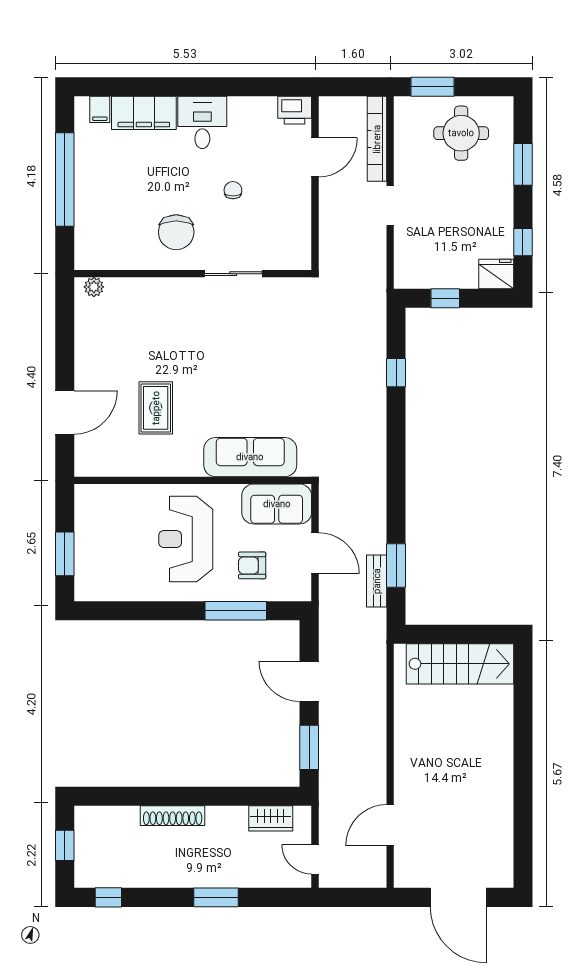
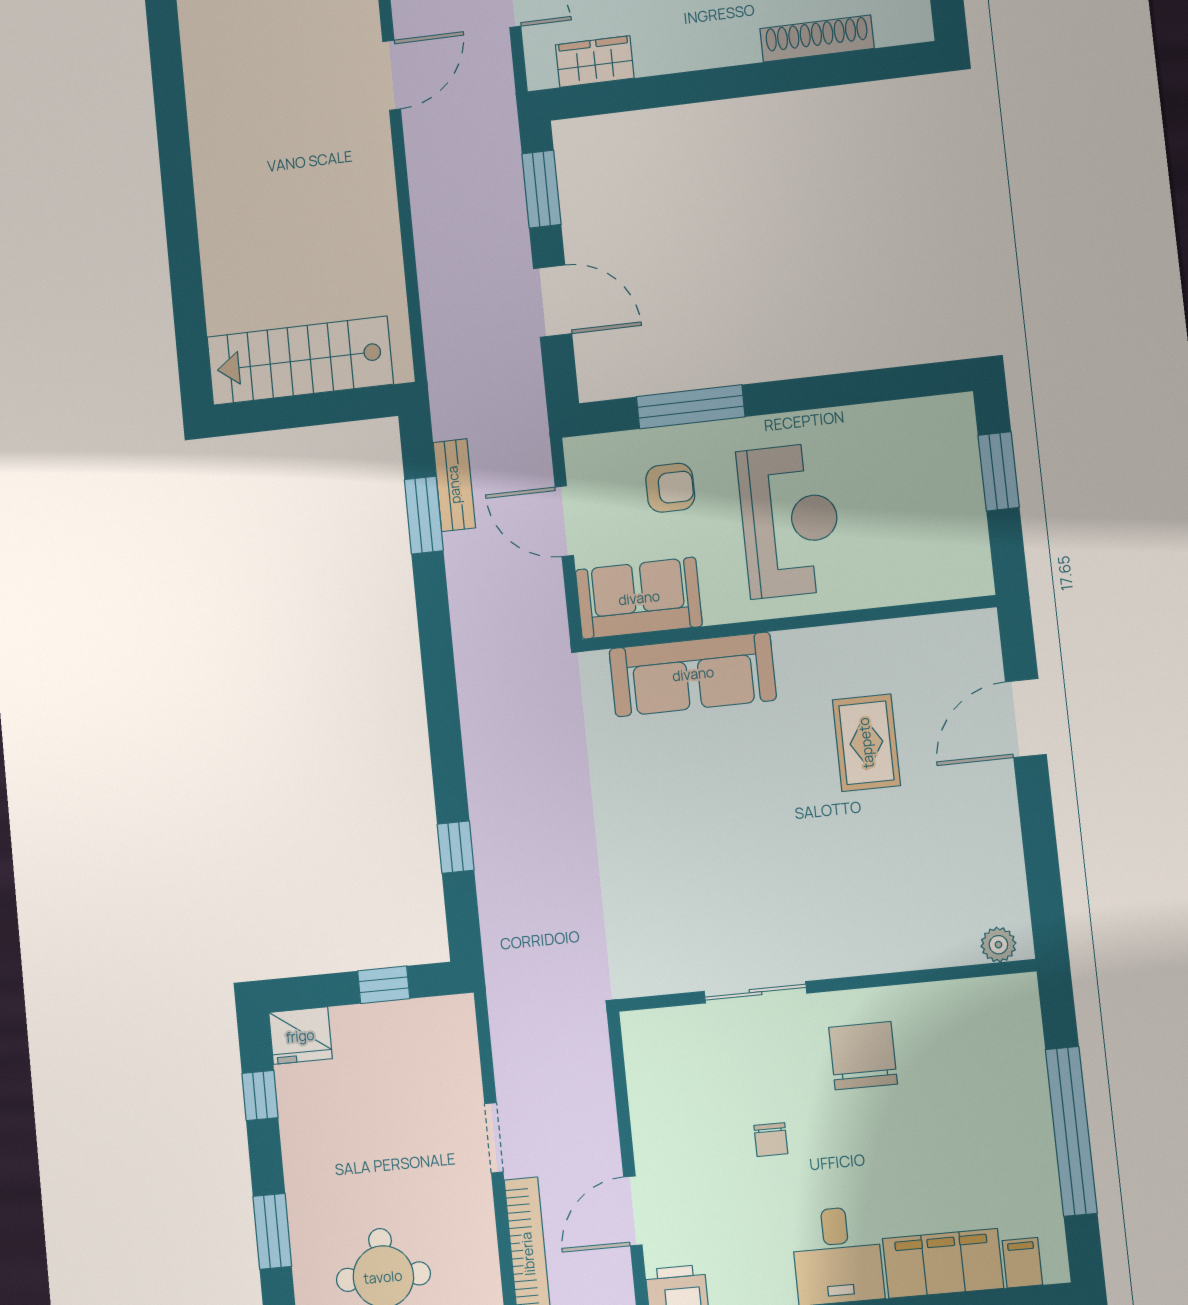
shoe rack: (173, 816) -> (817, 39), moved

